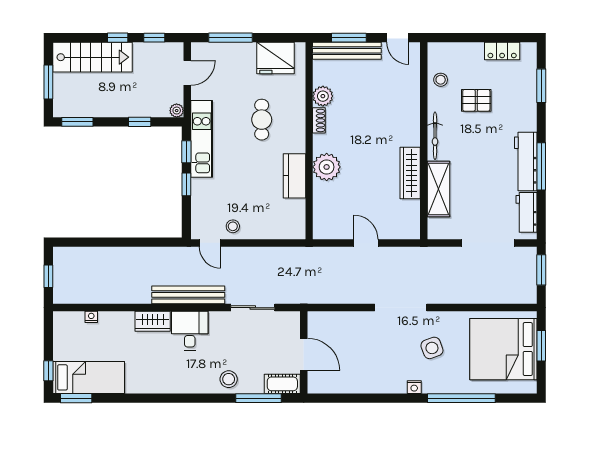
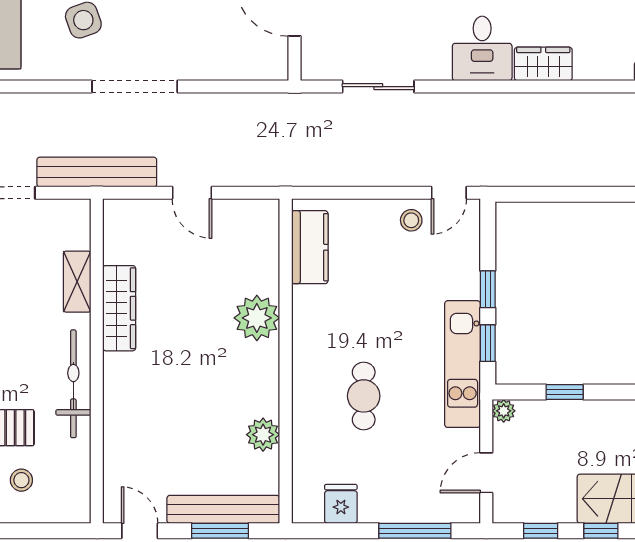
fridge: (276, 58) -> (341, 504), width x0.53, depth x0.75
stool: (441, 80) -> (21, 480), moved
shoe rack: (319, 120) -> (270, 395), removed
bicycle: (435, 136) -> (73, 384), width x1.37, depth x1.40
kitchen counter: (294, 176) -> (310, 247), moved
shelving: (439, 189) -> (77, 282), width x0.67, depth x0.75
door: (210, 243) -> (449, 193), swing flipped
bench: (188, 295) -> (97, 172), moved

